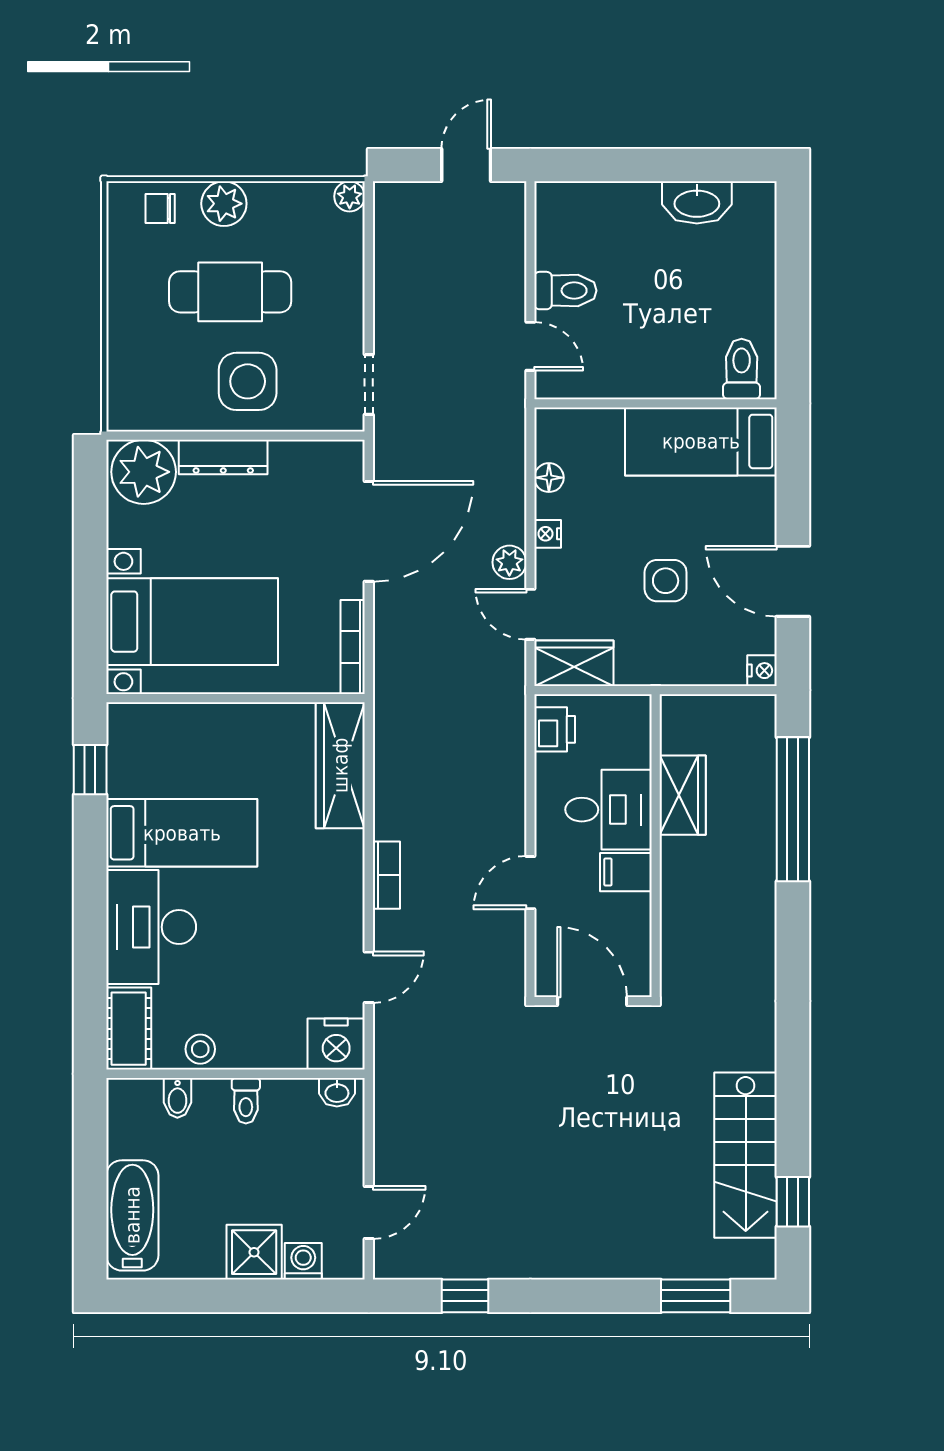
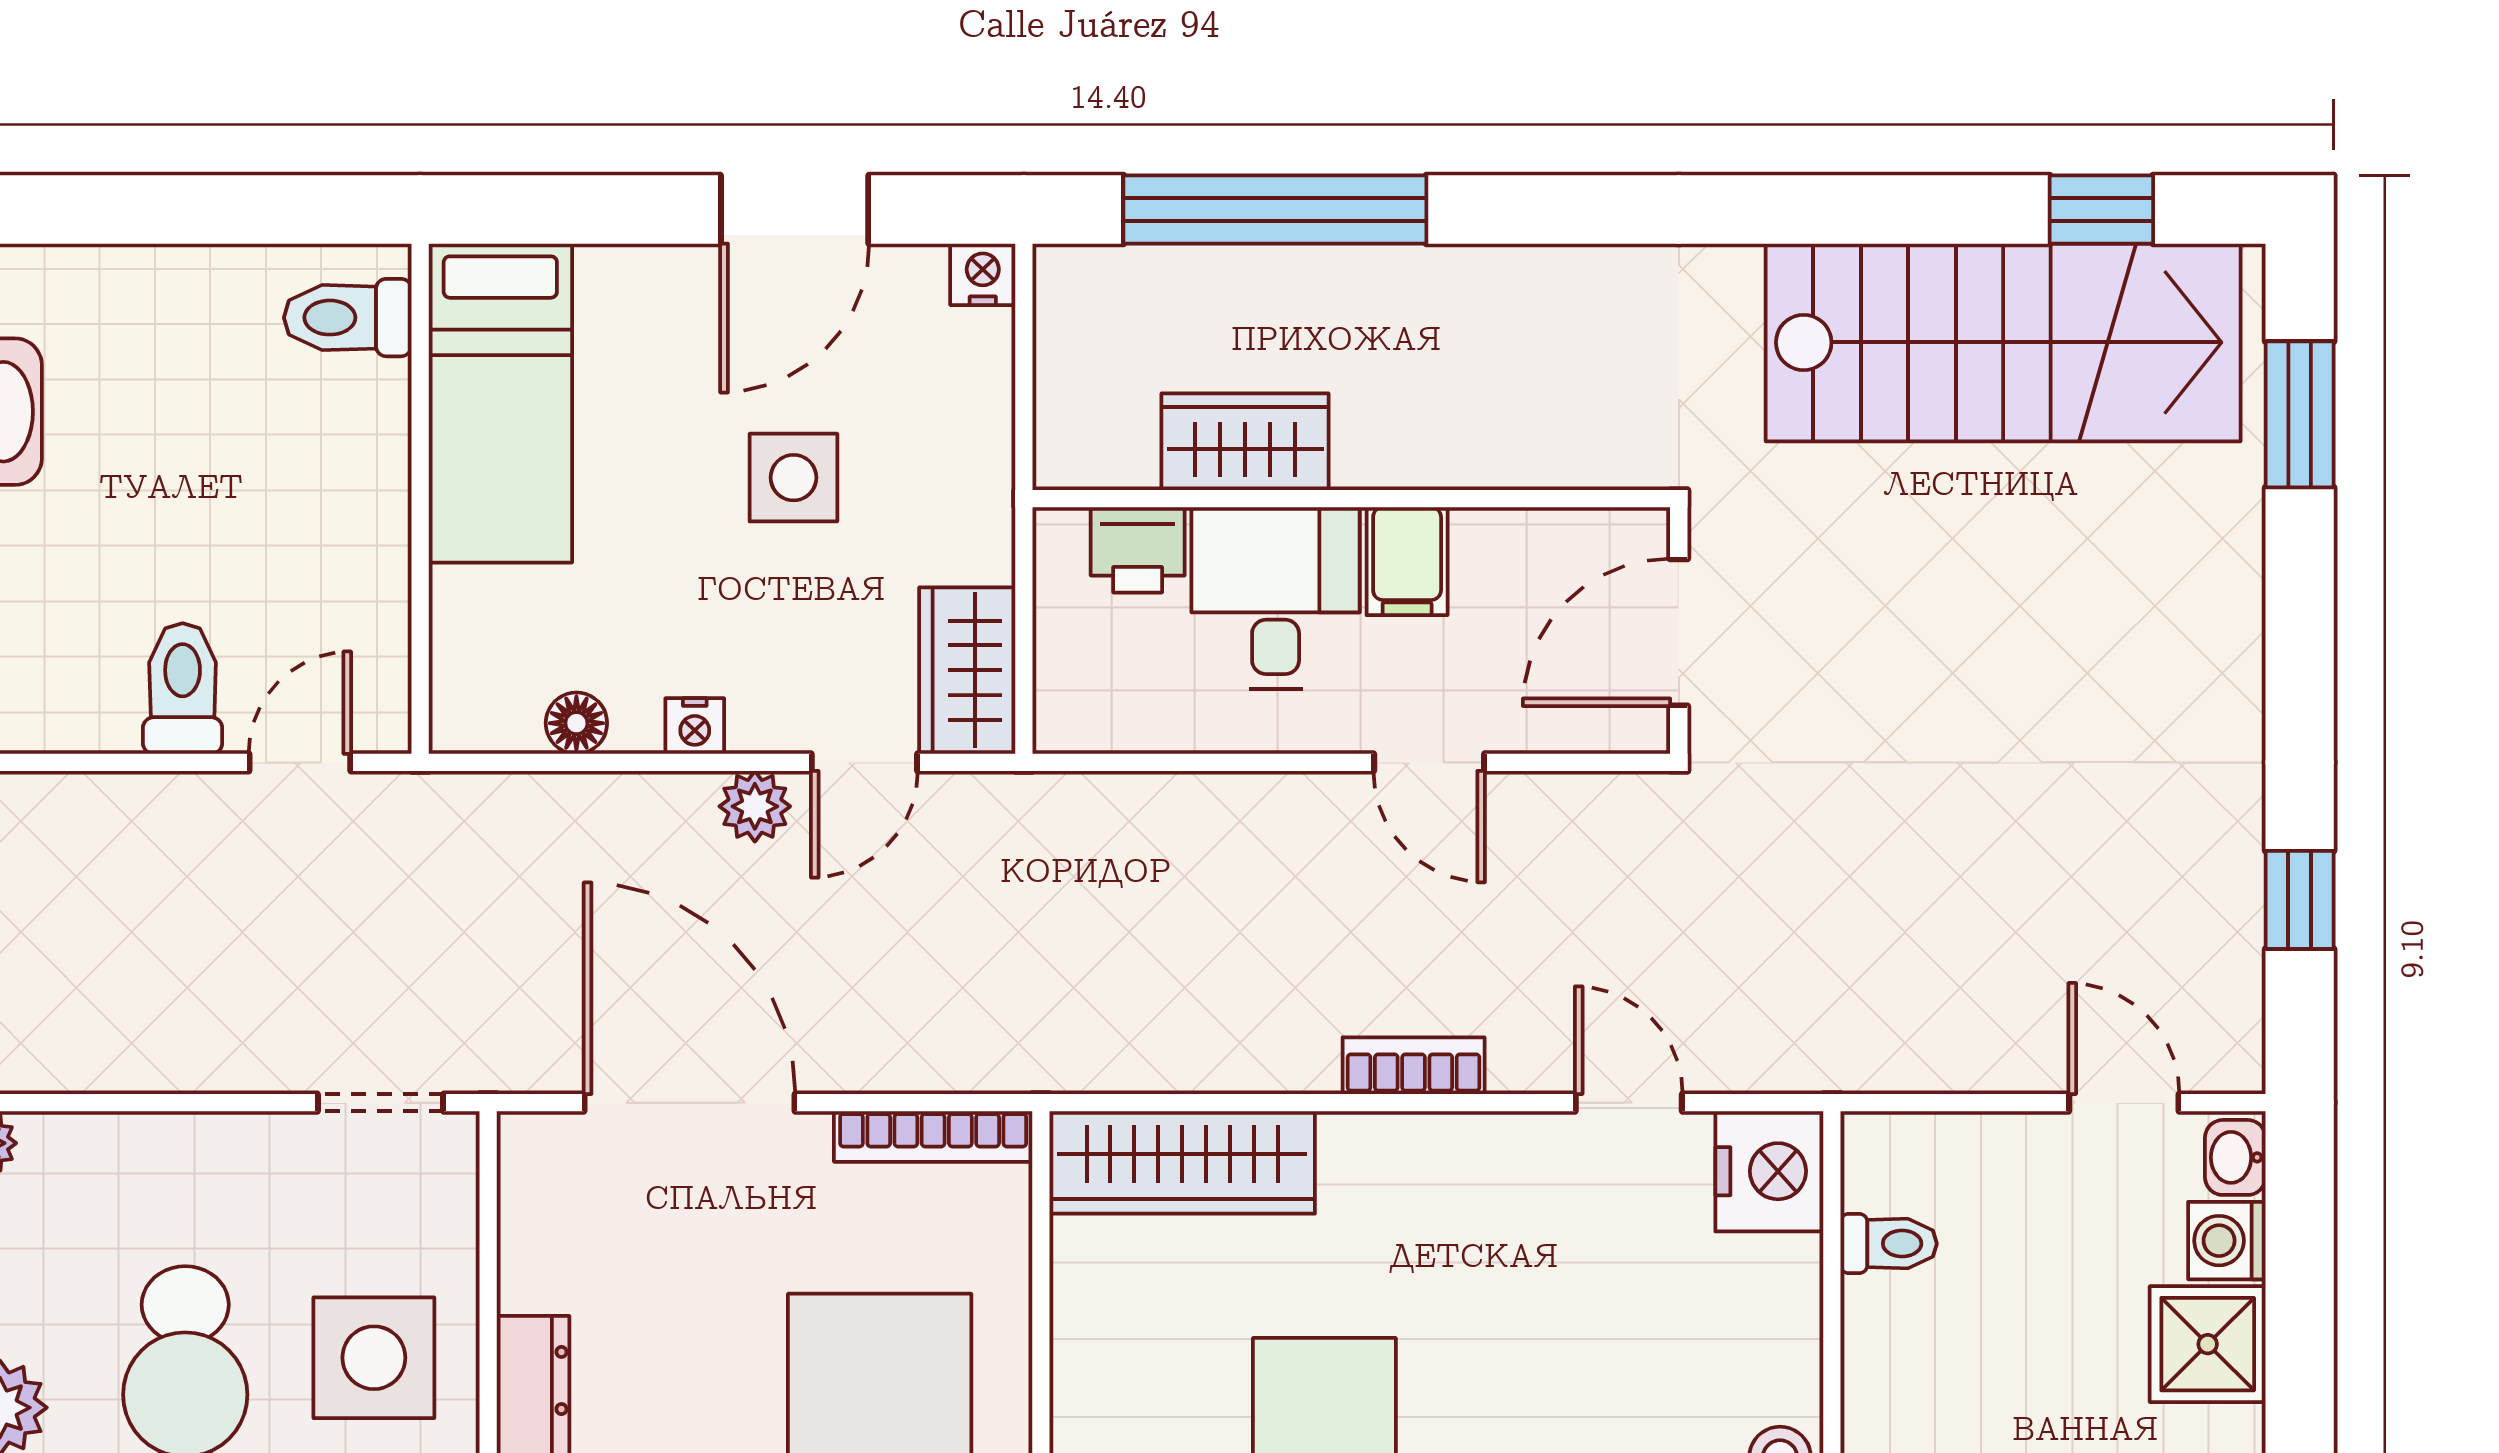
printer: (555, 729) -> (1138, 550), moved, turned 180
washbasin: (337, 1092) -> (2235, 1157), moved, turned 180
toilet: (246, 1101) -> (1889, 1244), moved
stairs: (746, 1155) -> (2003, 342), width x1.36, depth x1.51

